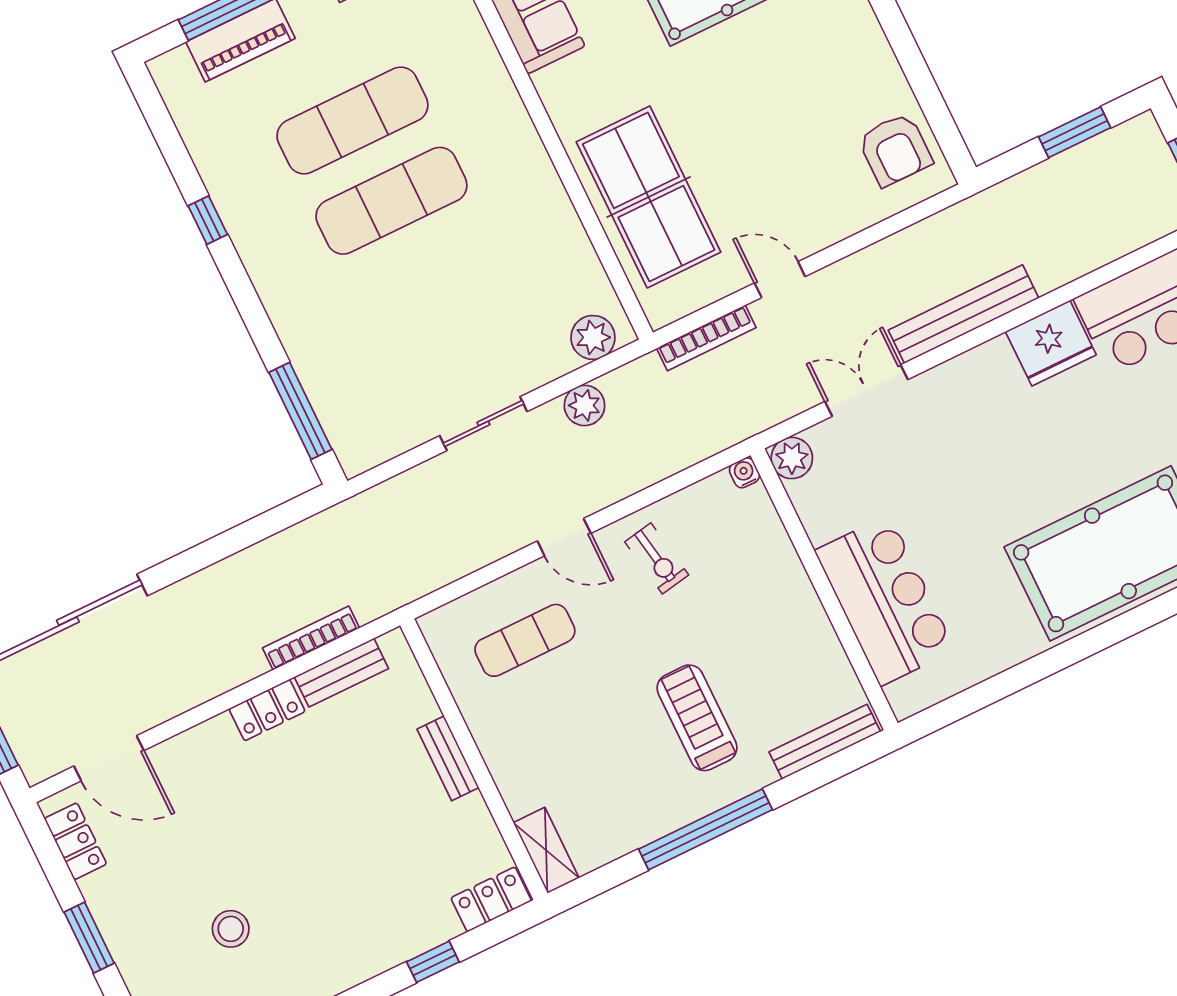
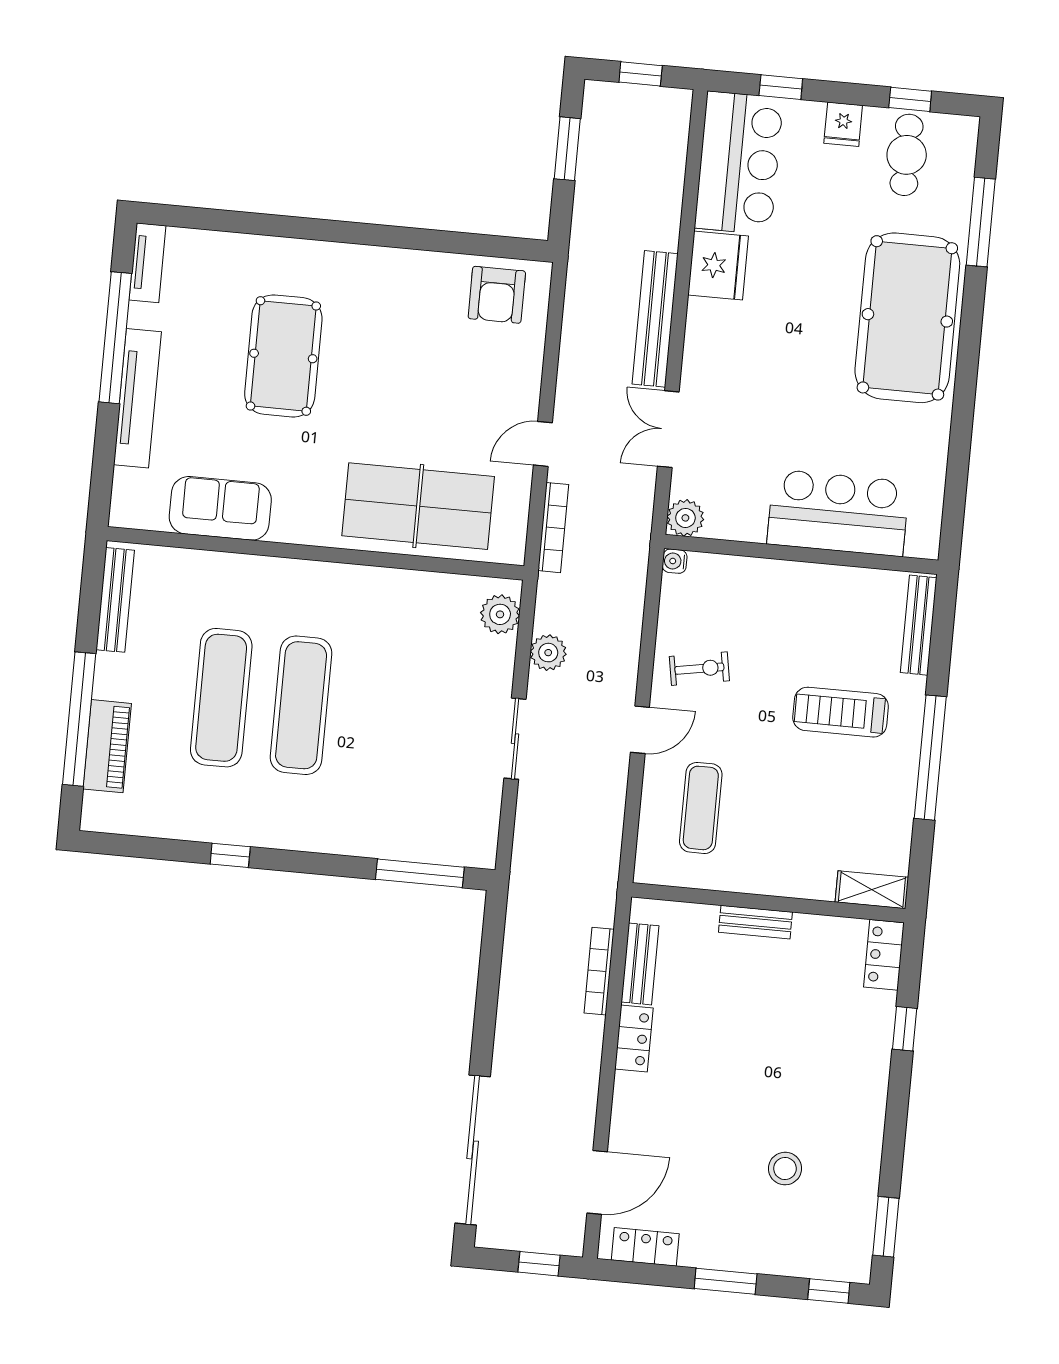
armchair: (895, 150) -> (497, 295), turned 90

